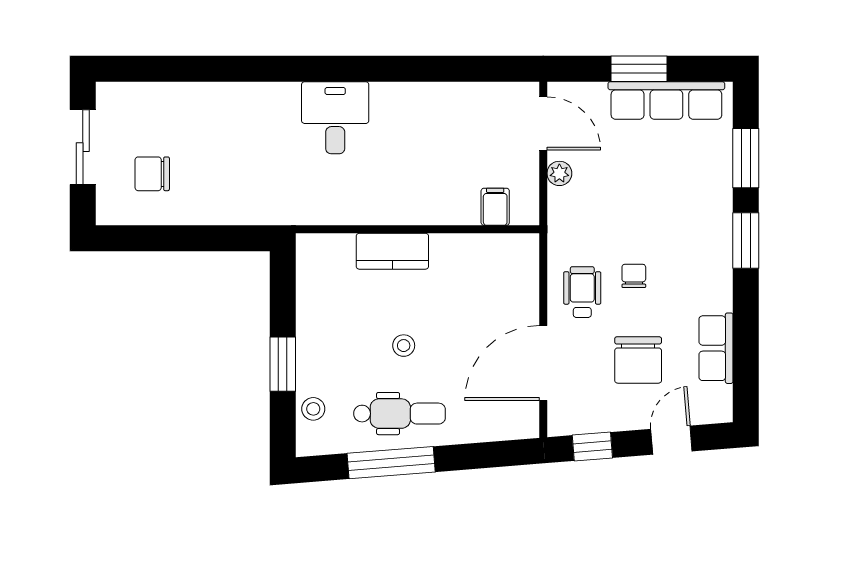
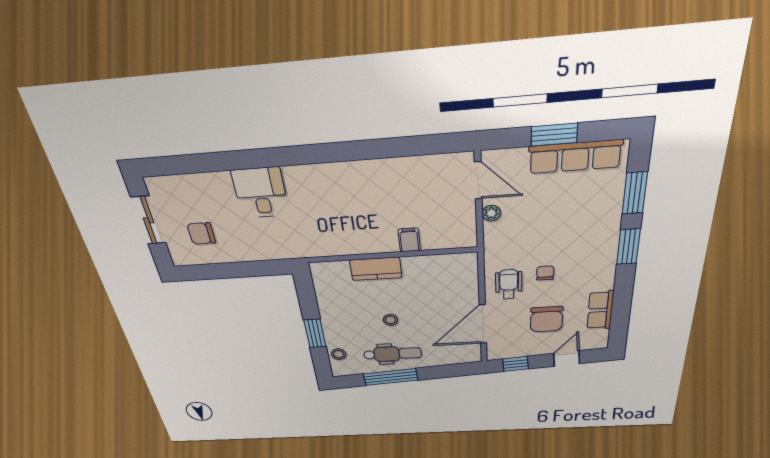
desk: (335, 118) -> (261, 193), moved
filing cabinet: (495, 207) -> (409, 240), moved

